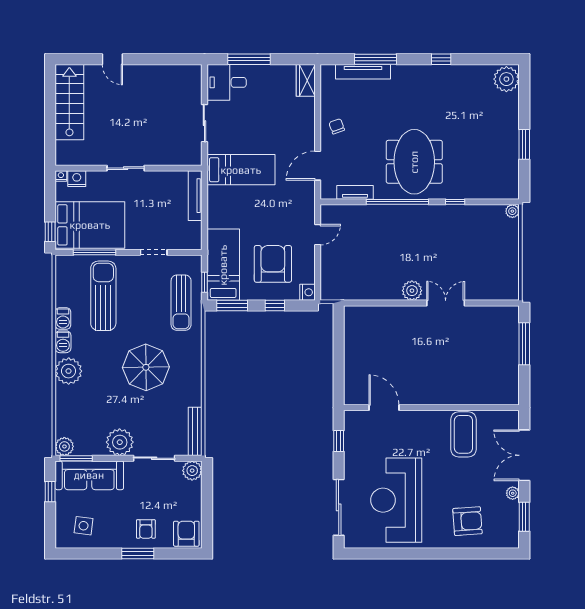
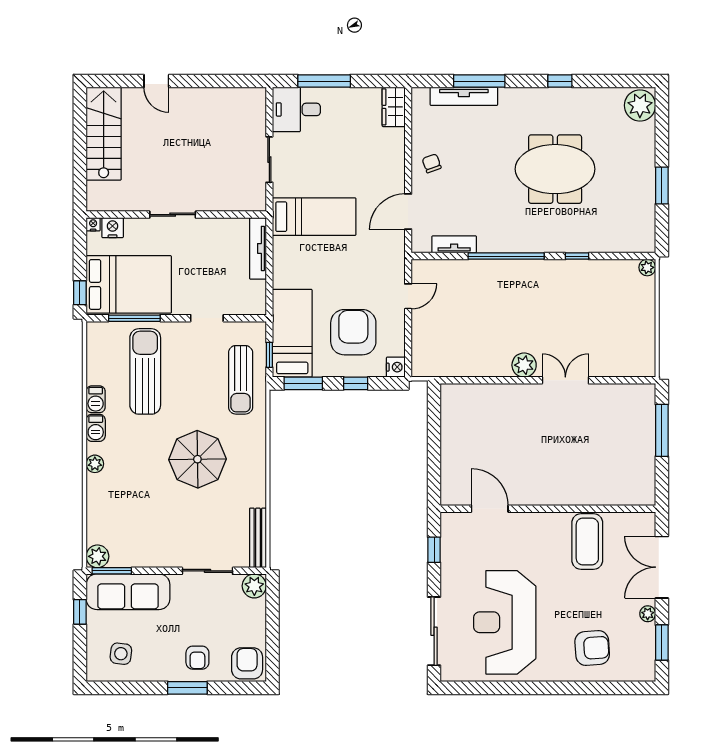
meeting table: (414, 162) -> (555, 169), moved, turned 90
plant: (69, 371) -> (95, 464), width x0.53, depth x0.53
plant: (120, 442) -> (165, 551), removed

